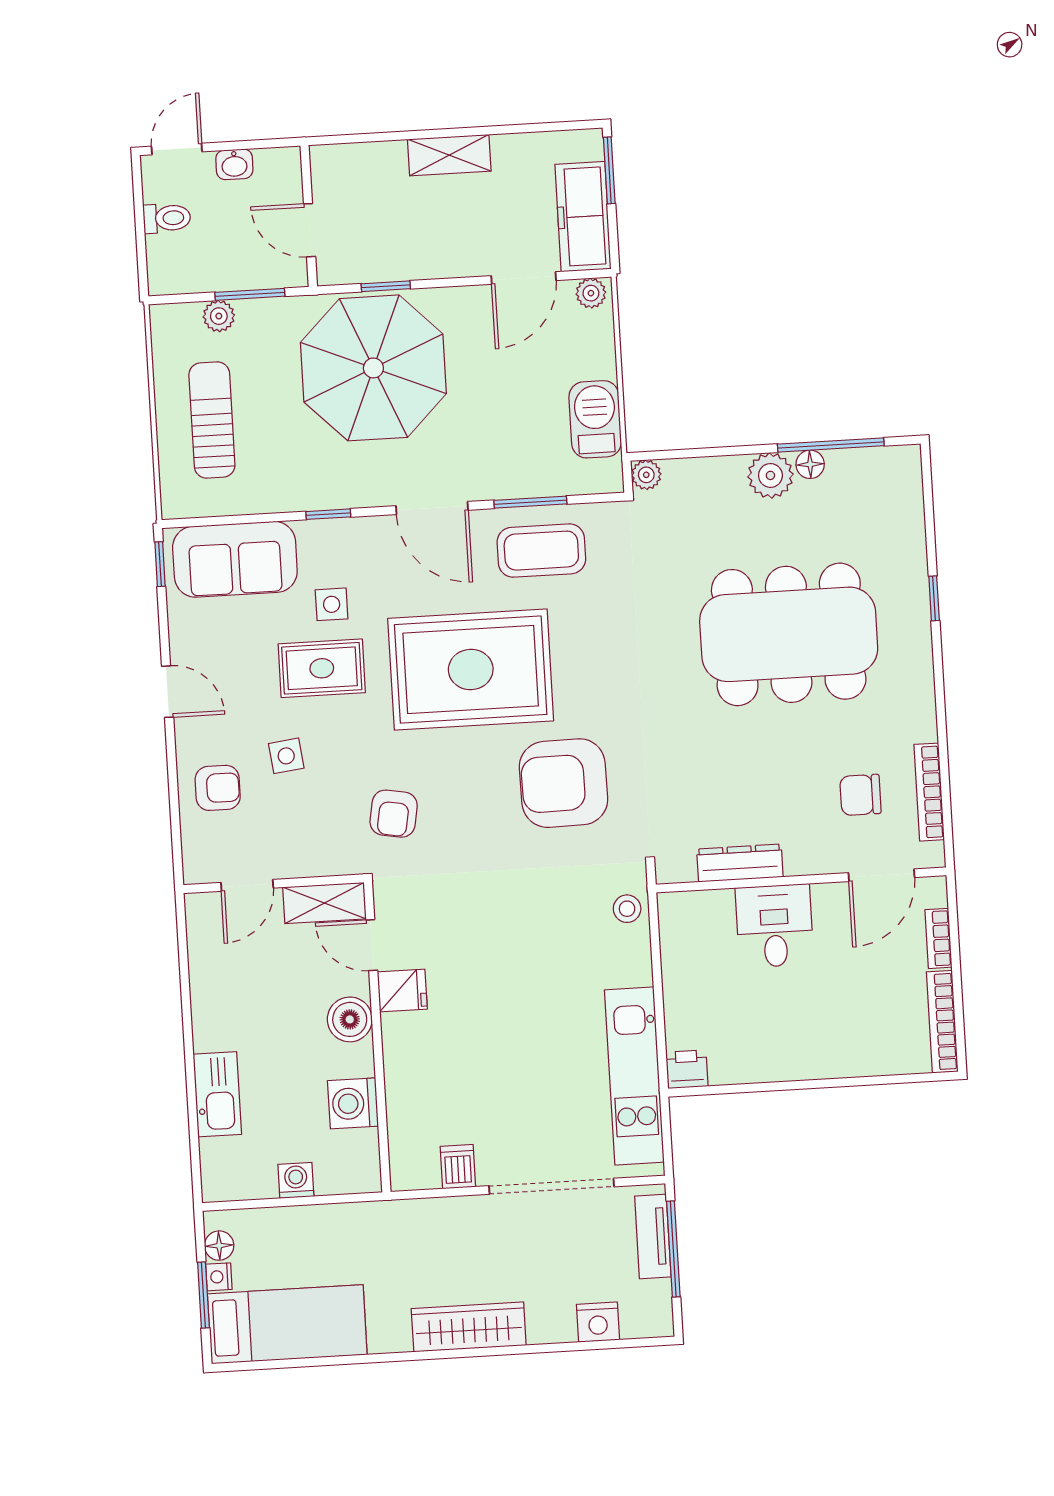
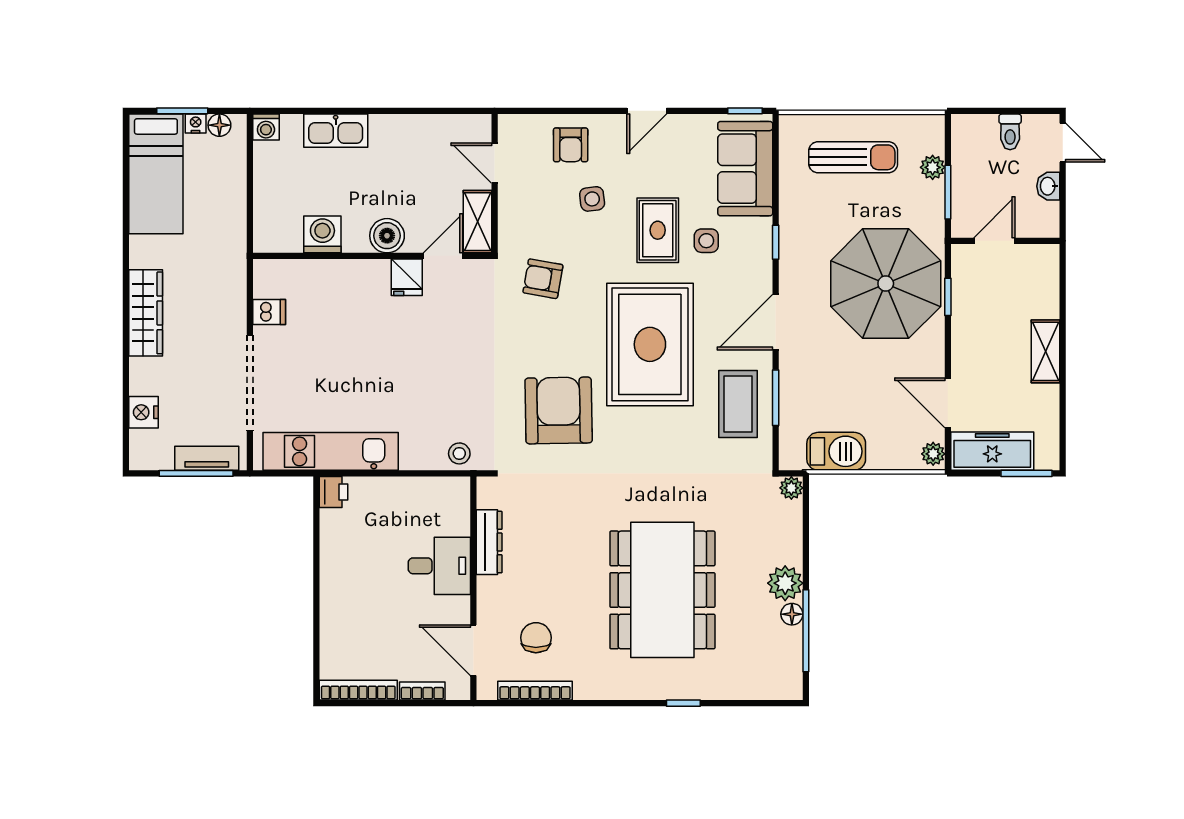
washing machine: (296, 1180) -> (266, 127), moved, turned 90

